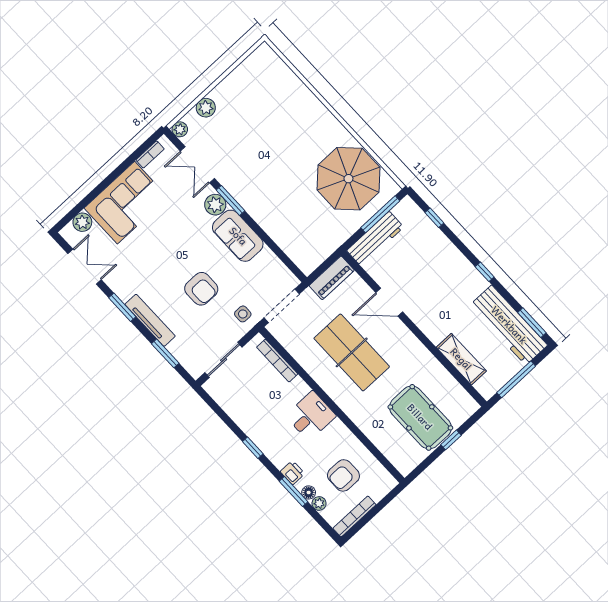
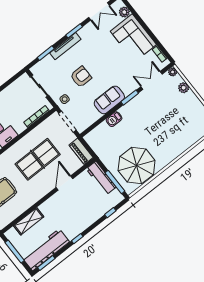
plant: (215, 205) -> (128, 89), removed
barbecue: (271, 225) -> (114, 119), added
armchair: (201, 289) -> (81, 77), turned 180

